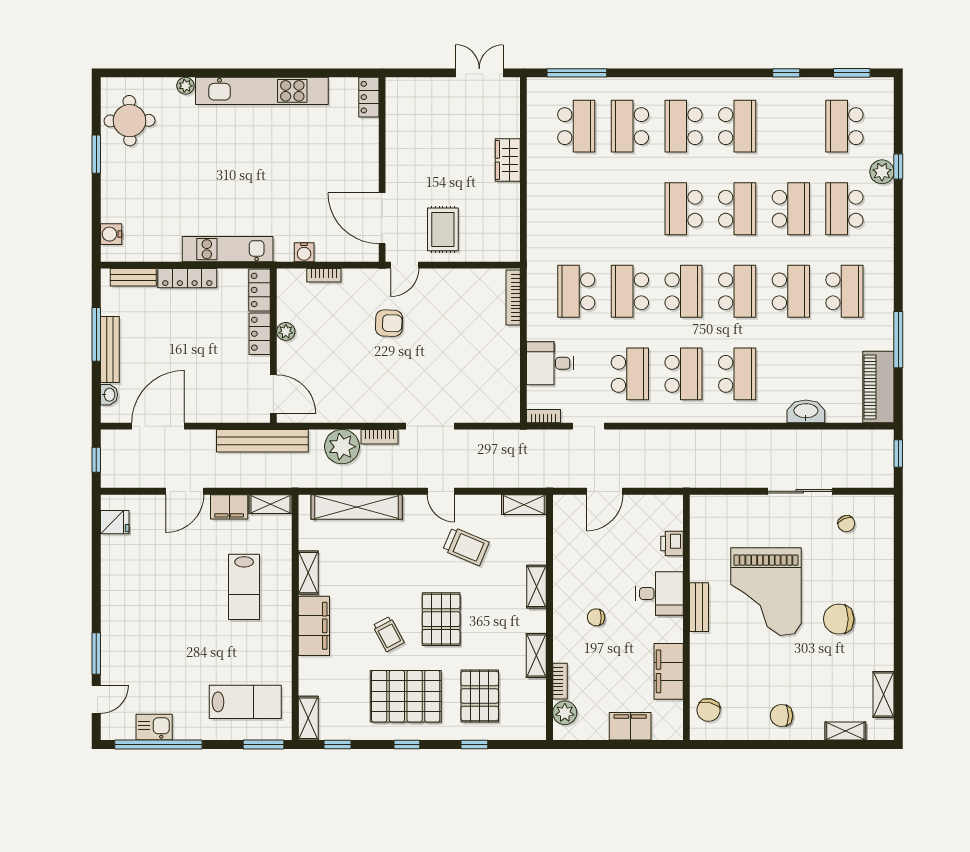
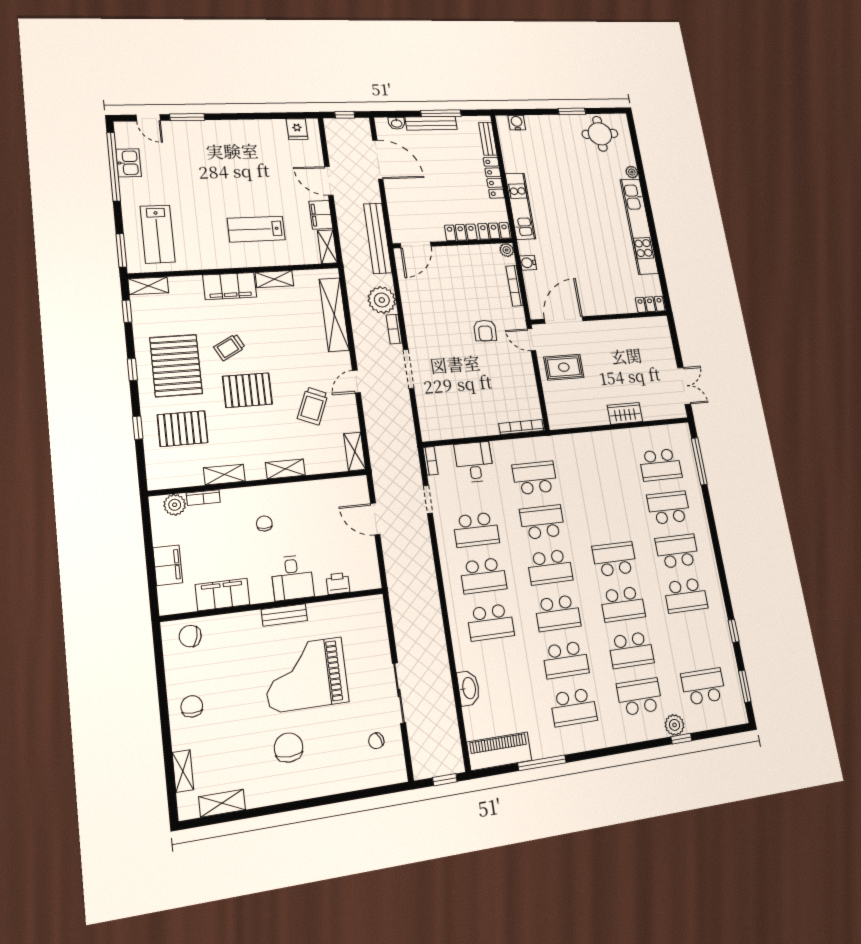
bookcase: (324, 275) -> (515, 286), width x1.56
plant: (286, 331) -> (507, 250), moved

